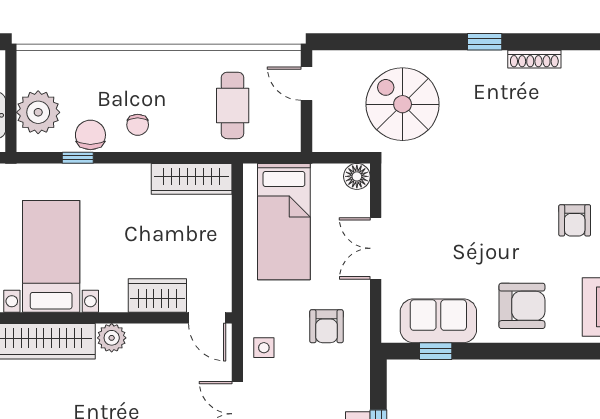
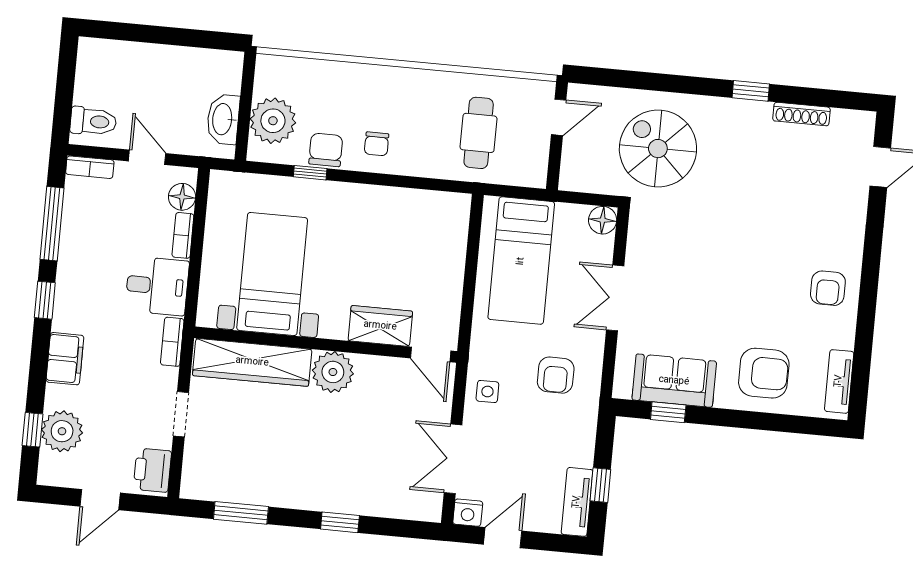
door: (306, 84) -> (559, 117), swing flipped
wardrobe: (192, 179) -> (428, 206), removed
plant: (112, 338) -> (333, 372), width x1.36, depth x1.36

